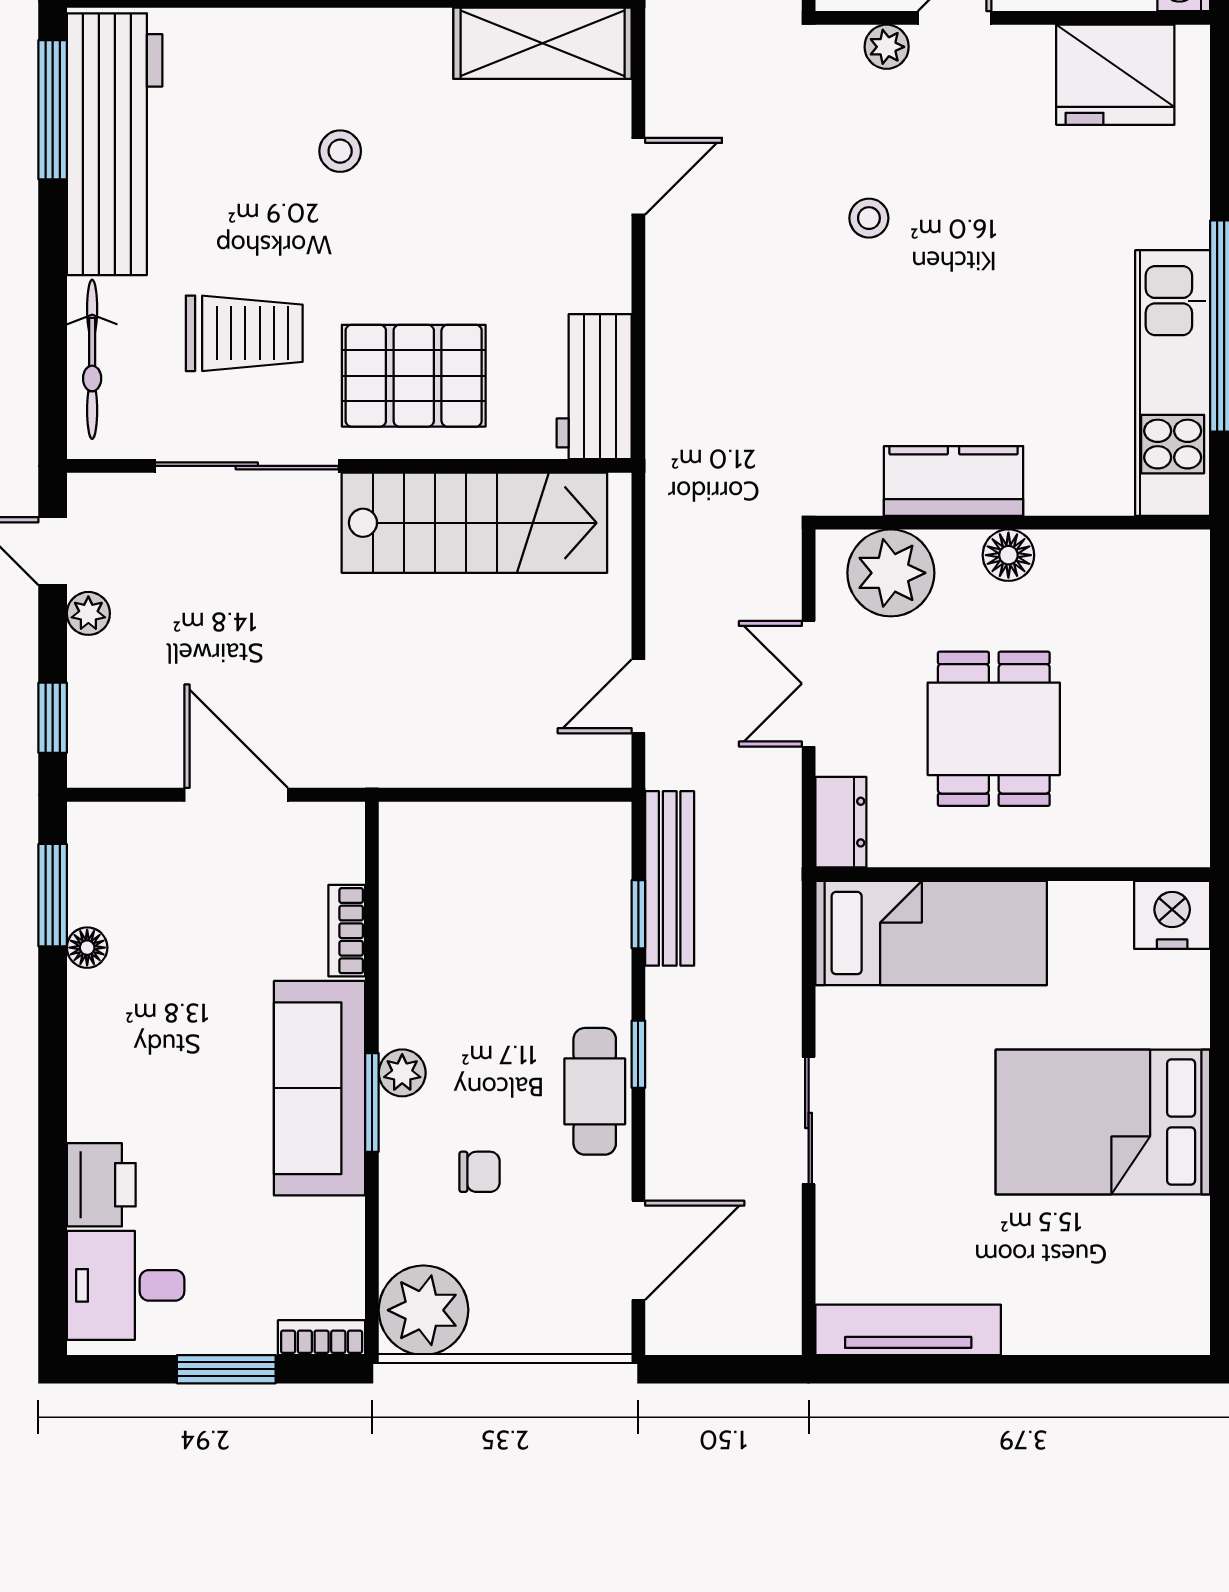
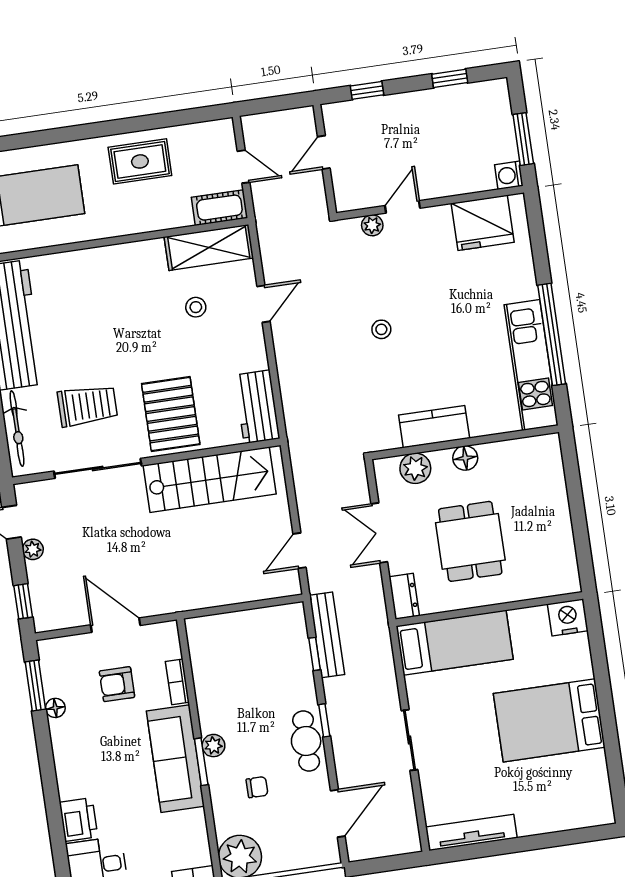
stool: (340, 151) -> (196, 307), moved
stool: (869, 218) -> (381, 329), moved
pallet: (414, 376) -> (171, 414), turned 90
plant: (891, 573) -> (415, 468), width x0.73, depth x0.73
armchair: (222, 917) -> (117, 684), added

